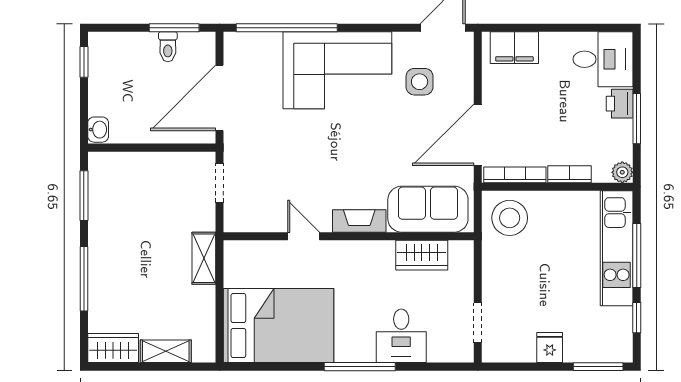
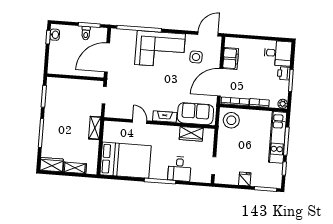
filing cabinet: (514, 48) -> (231, 59), moved, turned -90
washbasin: (98, 130) -> (55, 35), moved

